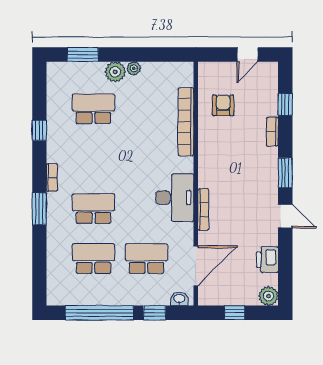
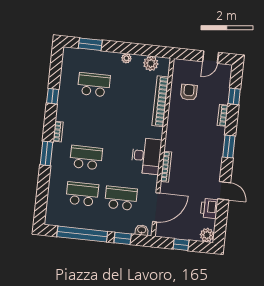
plant: (115, 72) -> (151, 63), moved
door: (285, 216) -> (224, 191), moved

